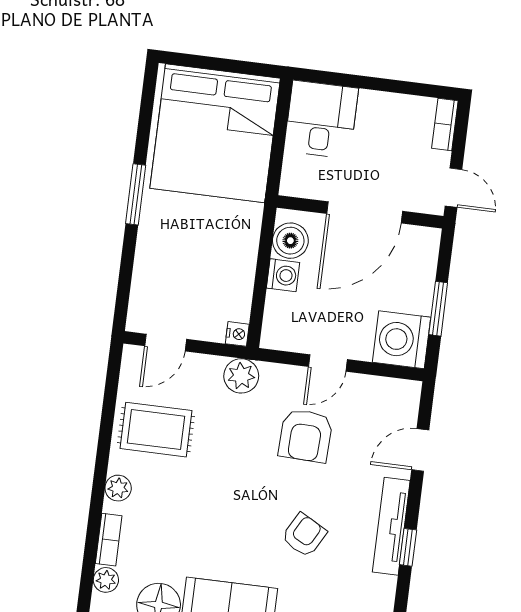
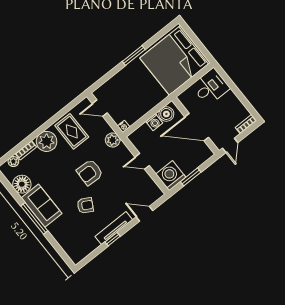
armchair: (306, 436) -> (90, 172), moved
plant: (118, 488) -> (47, 141), width x1.87, depth x1.87

